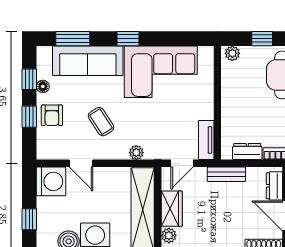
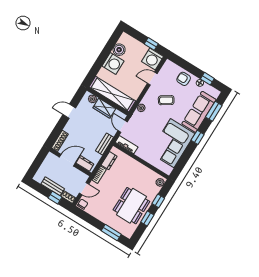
window: (29, 117) -> (190, 68), removed
window: (29, 219) -> (151, 44), moved

